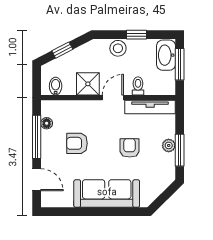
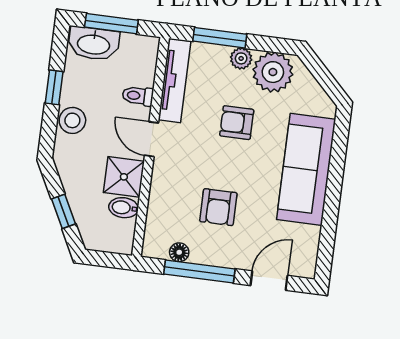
bidet: (56, 86) -> (124, 208), moved
window: (180, 150) -> (220, 38), moved
plant: (163, 166) -> (273, 72), added

